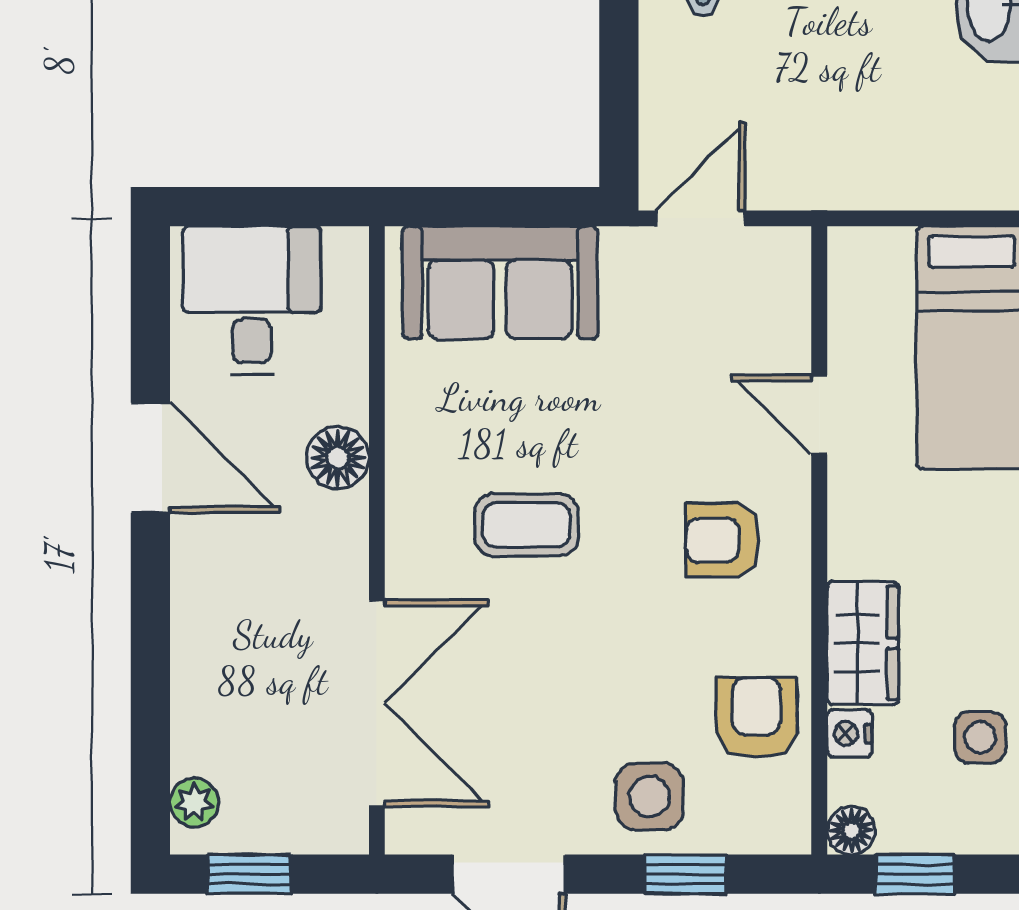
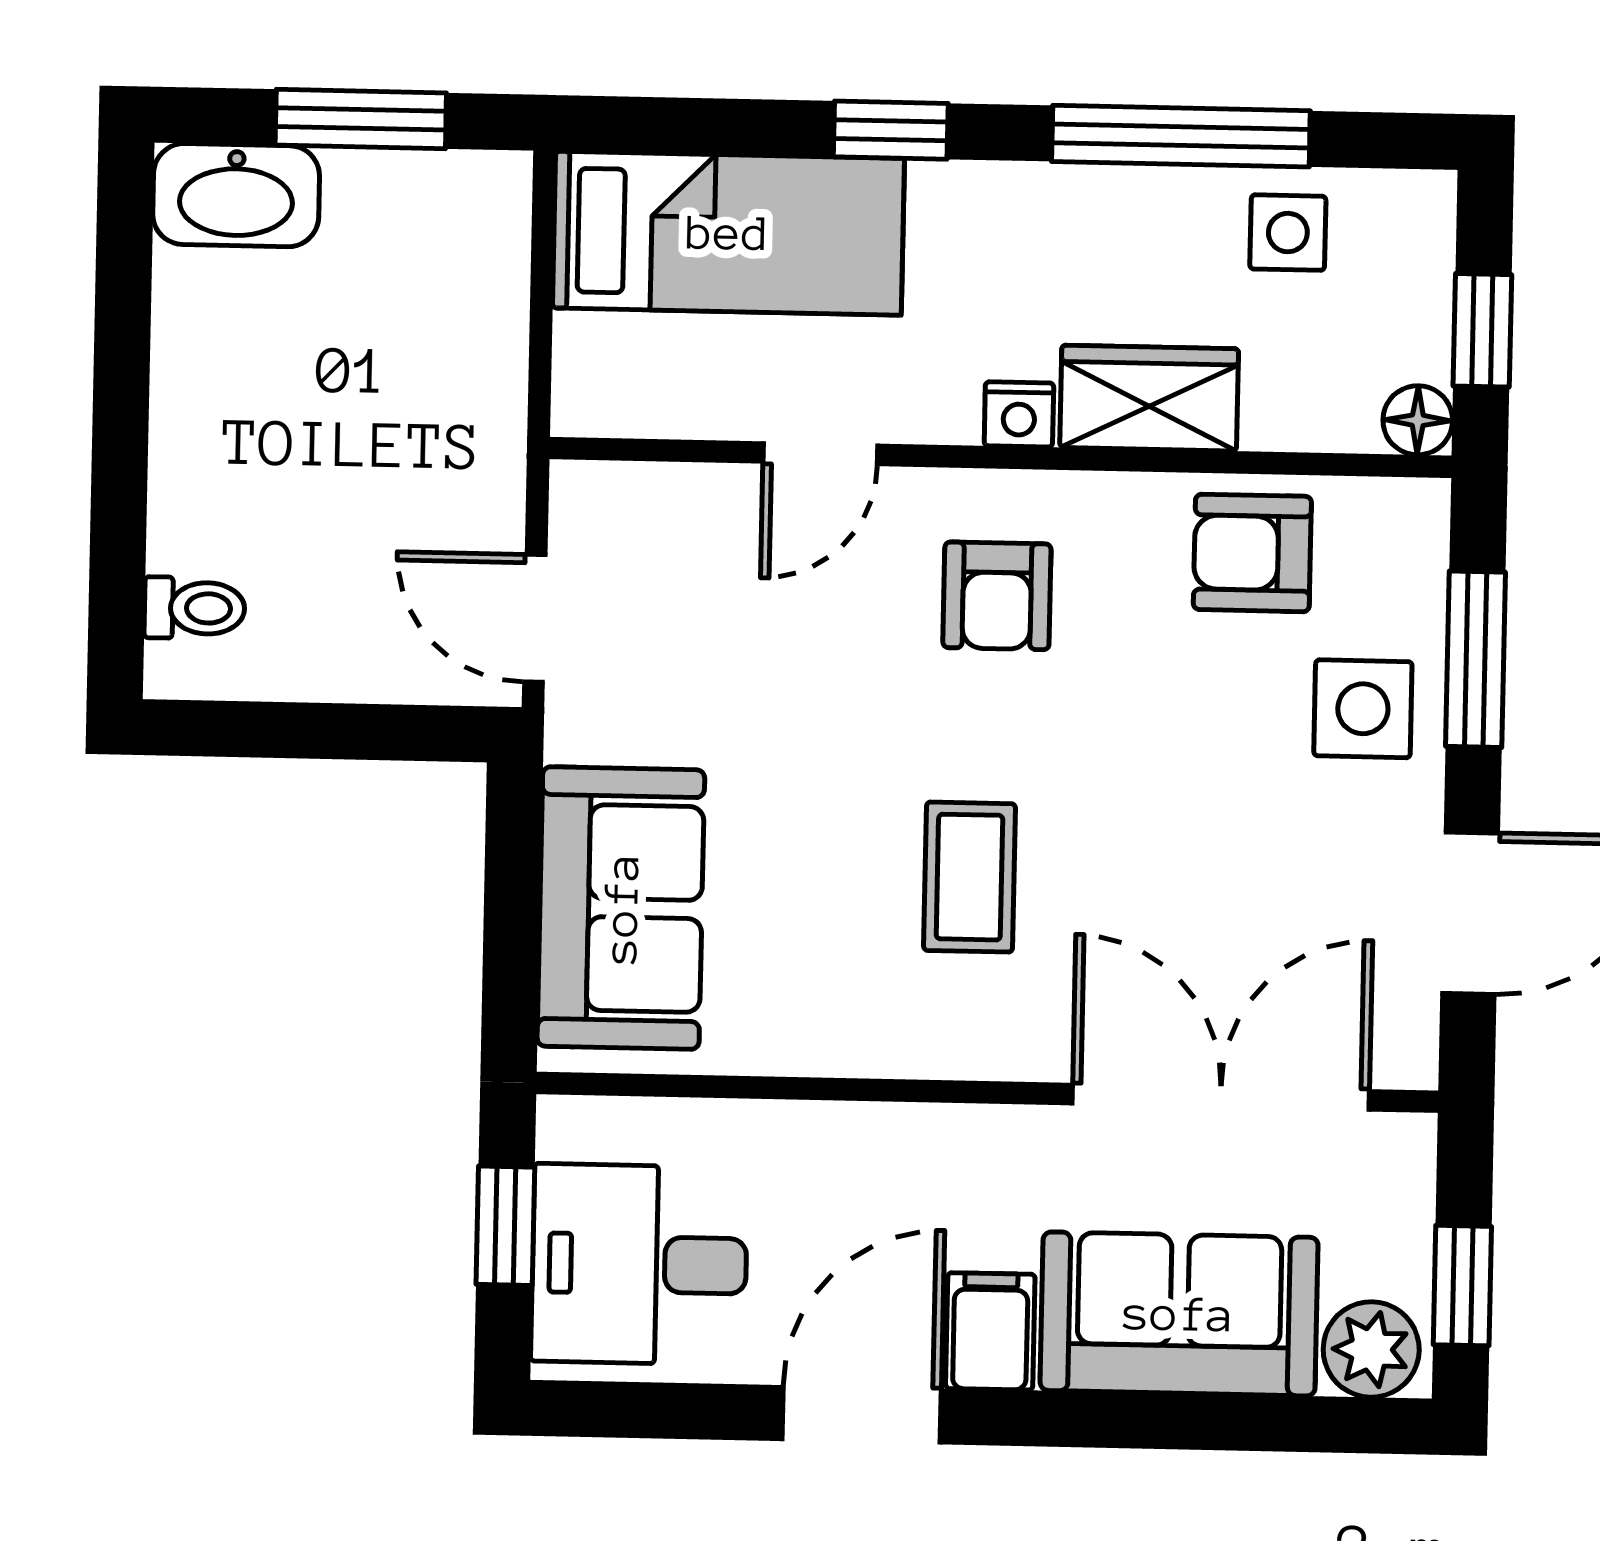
window: (277, 207) -> (505, 1226), added
floor lamp: (338, 458) -> (867, 1146), removed
filing cabinet: (210, 546) -> (990, 1331), added
sofa: (225, 677) -> (1179, 1314), added
nightstand: (850, 734) -> (1019, 414), moved
plant: (194, 803) -> (1371, 1349), width x1.38, depth x1.38
window: (686, 874) -> (1475, 659), width x1.50

